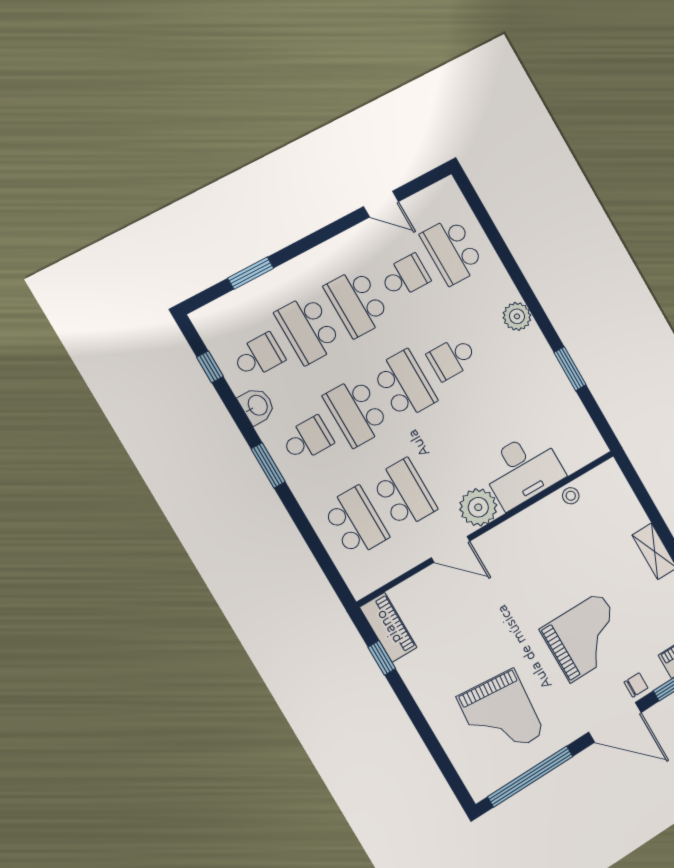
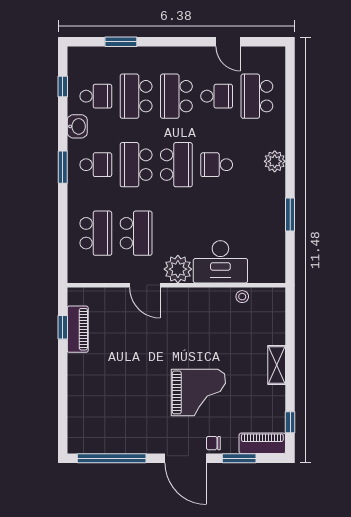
piano: (388, 627) -> (78, 329), moved
chair: (636, 685) -> (213, 443), turned 180
grand piano: (501, 715) -> (115, 408), removed

